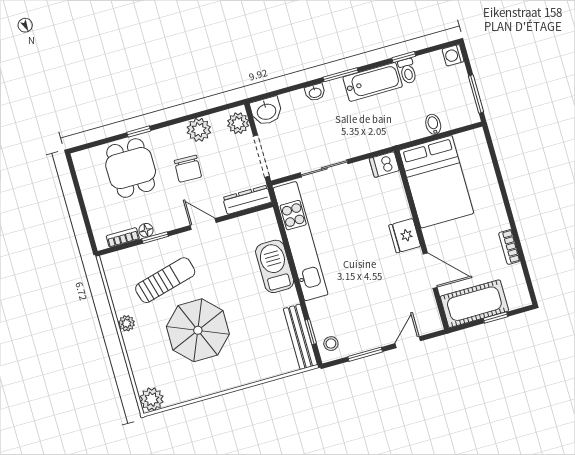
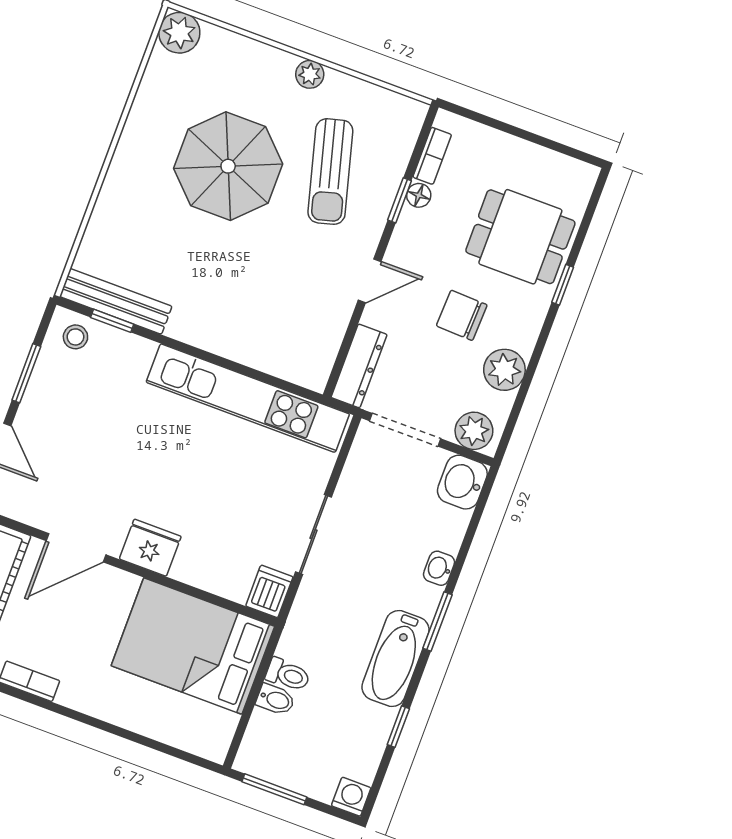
toilet: (408, 71) -> (288, 675), moved, turned 180
sliding door: (324, 168) -> (314, 534), moved
barbecue: (275, 266) -> (239, 337), removed

